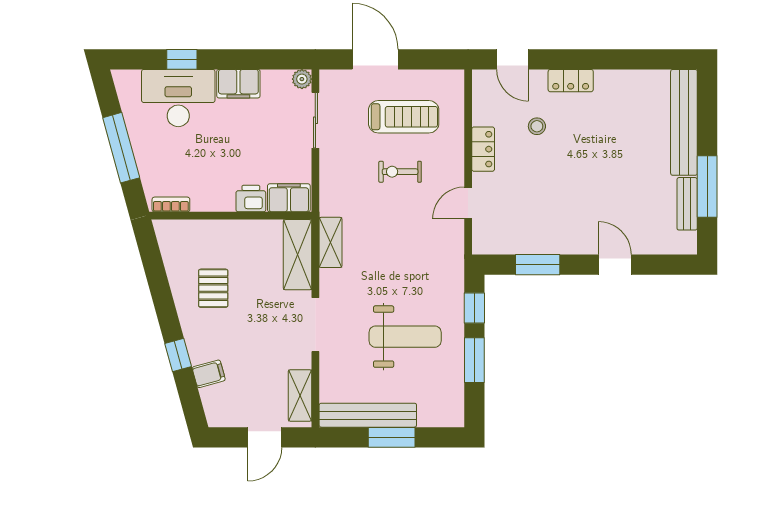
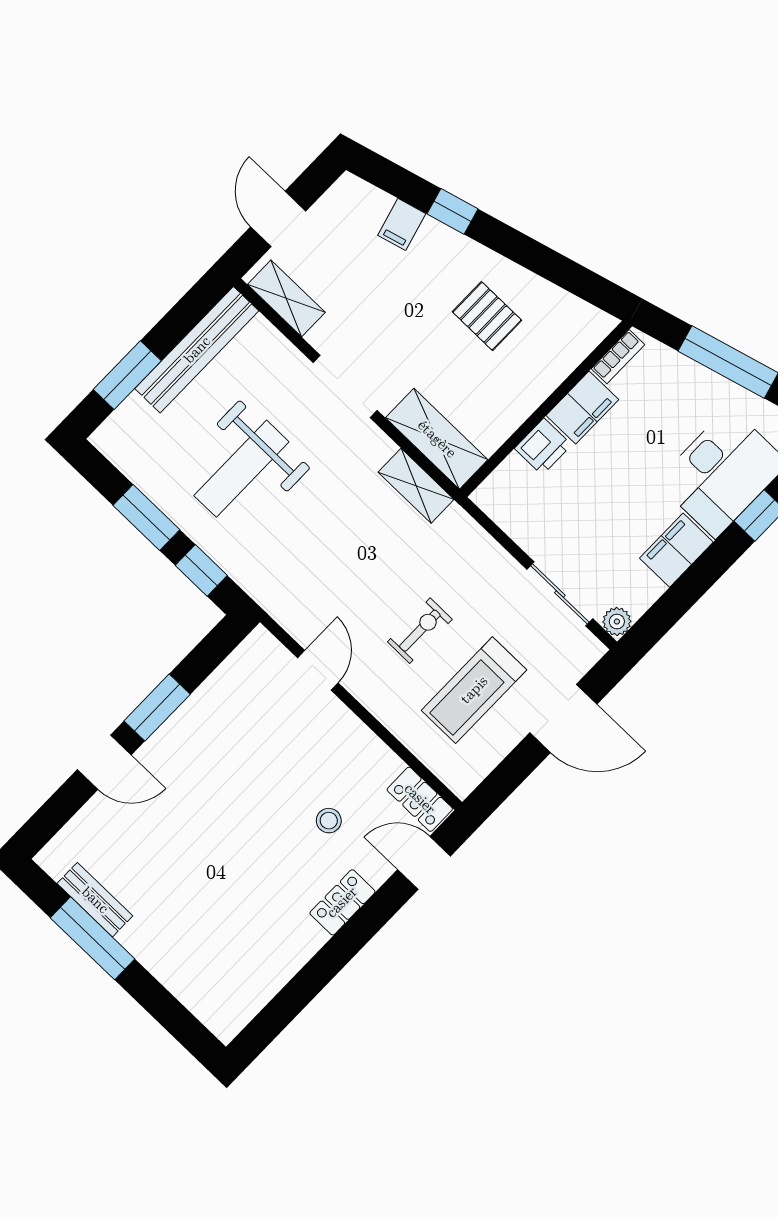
bench: (684, 122) -> (184, 979), removed
locker: (483, 149) -> (420, 799), moved
filing cabinet: (289, 198) -> (582, 407), moved
window: (538, 265) -> (157, 708), moved
window: (392, 437) -> (127, 375), moved

